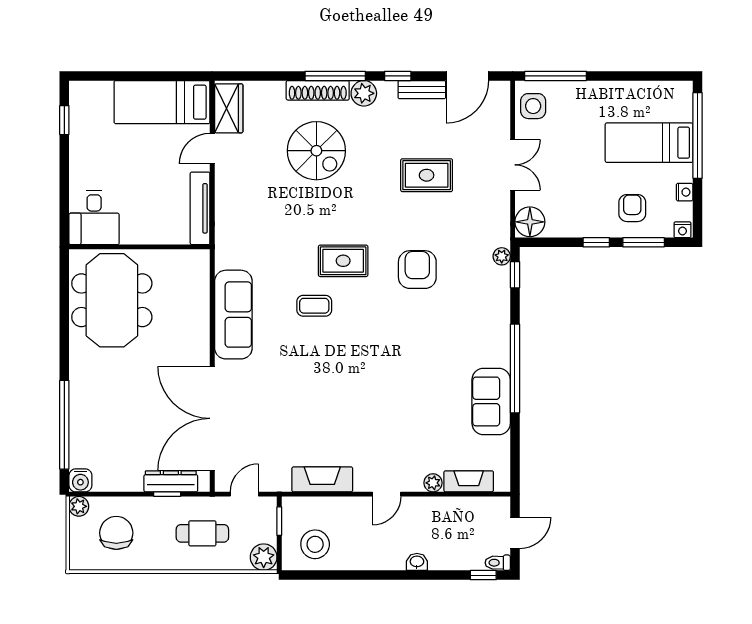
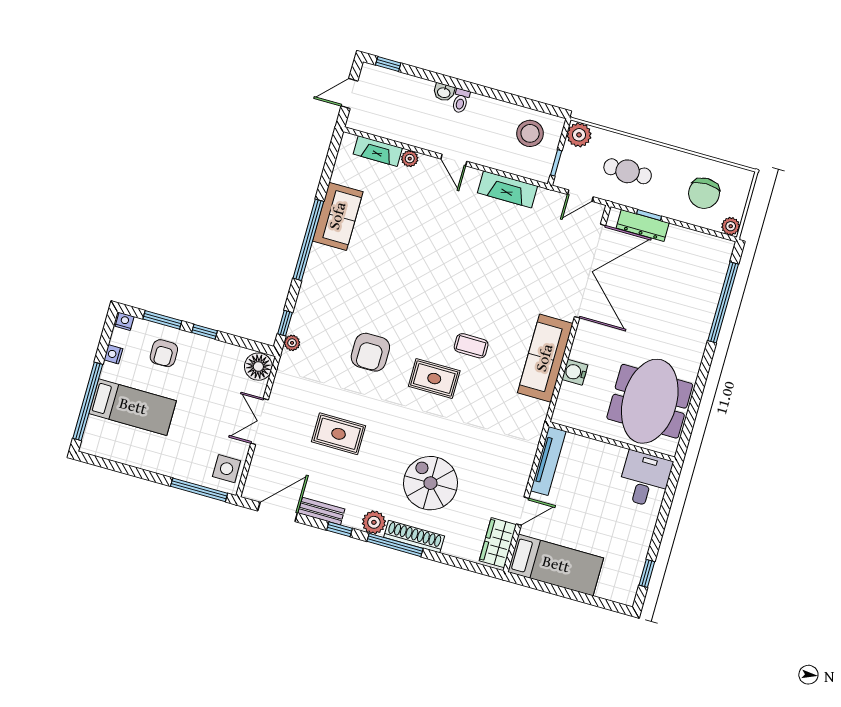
water cooler: (80, 480) -> (575, 372), moved, turned -90
door: (387, 494) -> (454, 160), swing flipped
toilet: (498, 563) -> (461, 101), moved, turned 90

